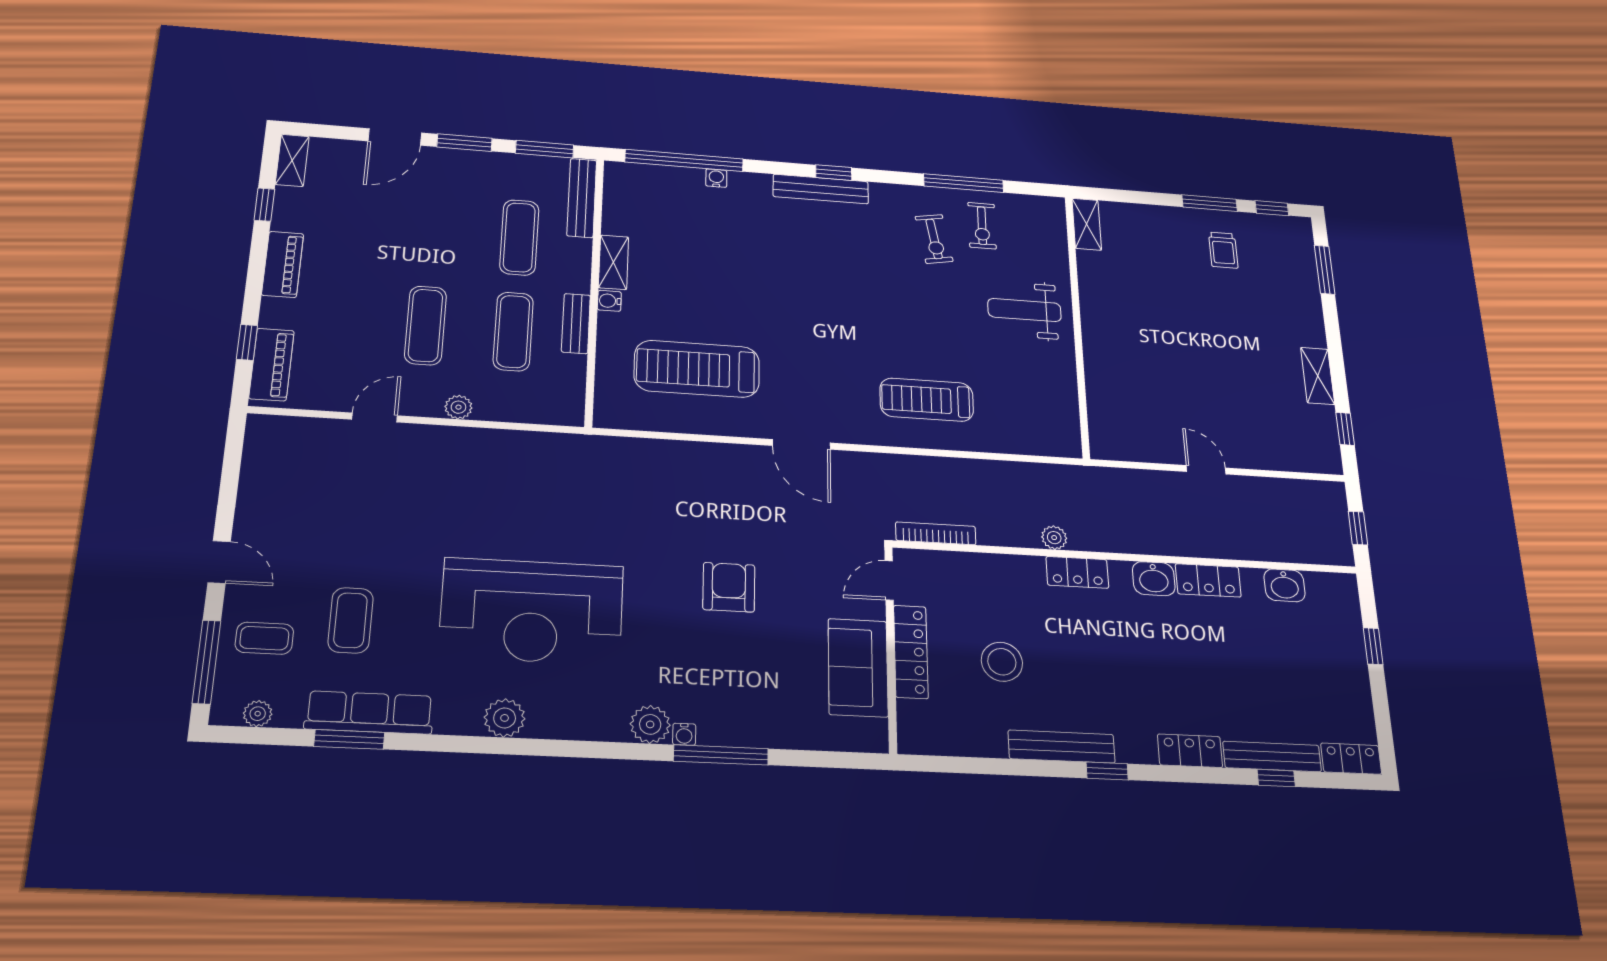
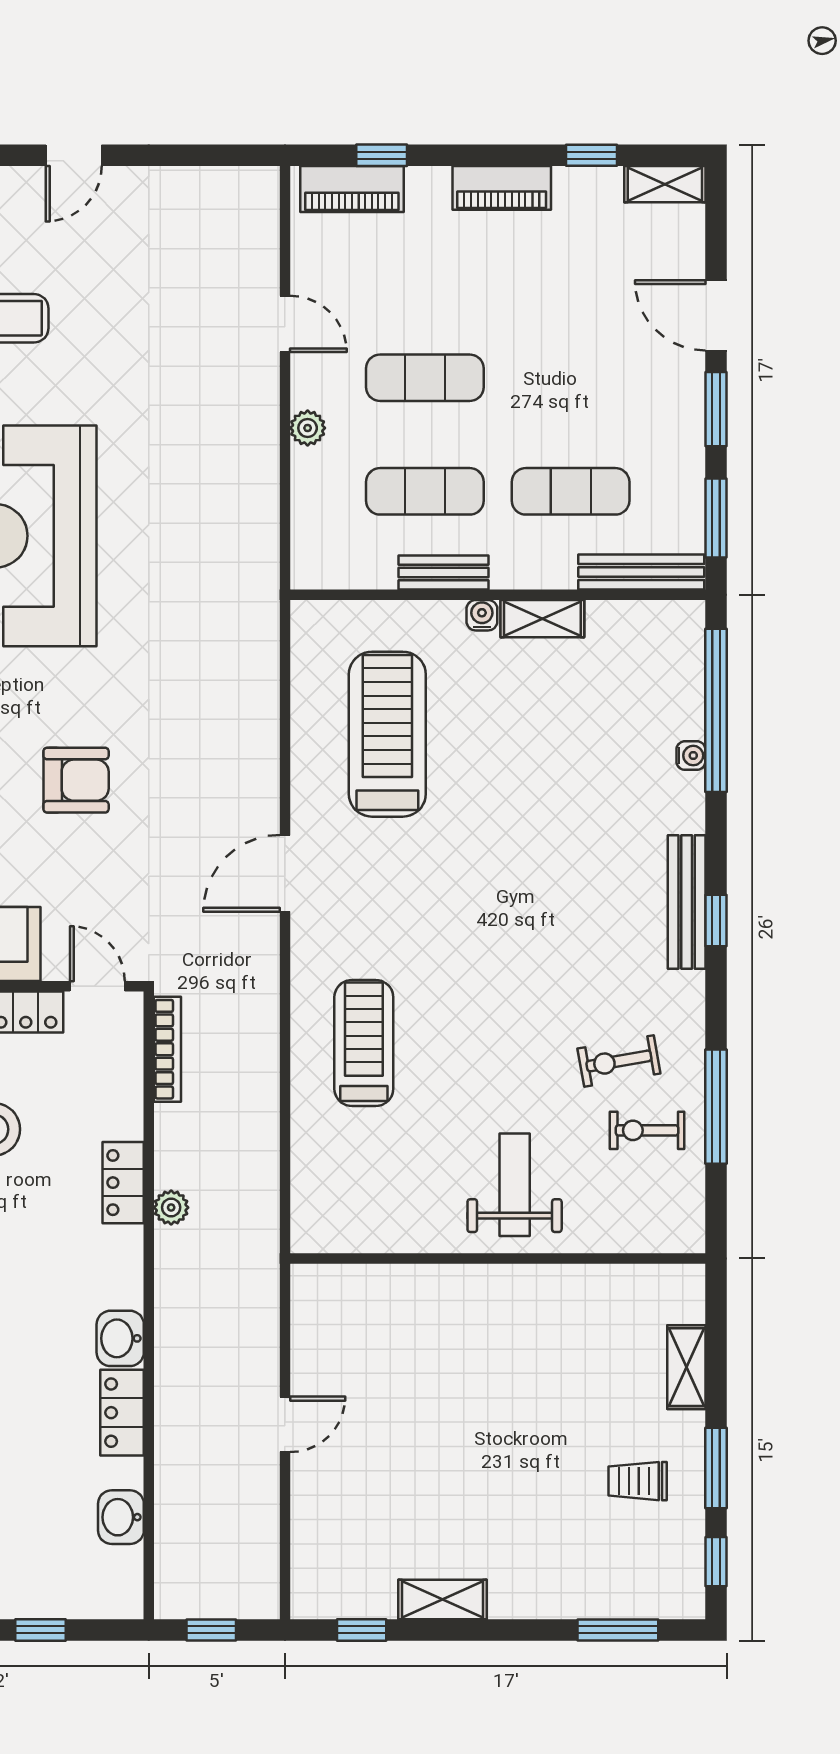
shelving: (1087, 224) -> (686, 1367), moved, turned 90
locker: (1077, 572) -> (123, 1183), moved

